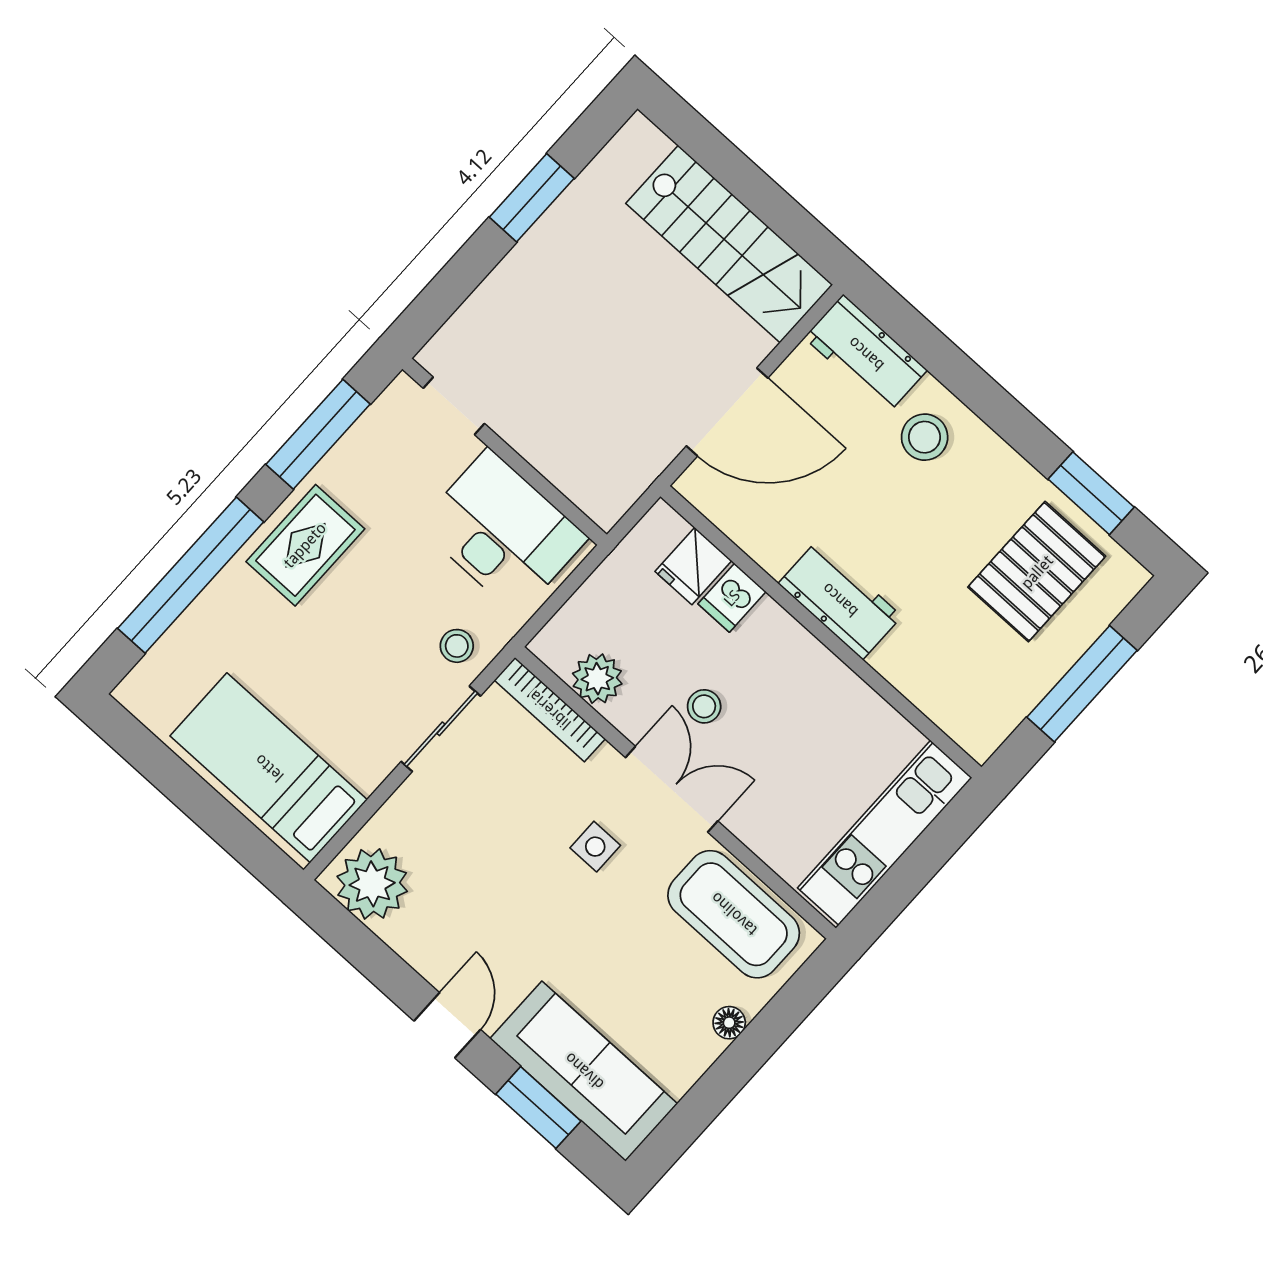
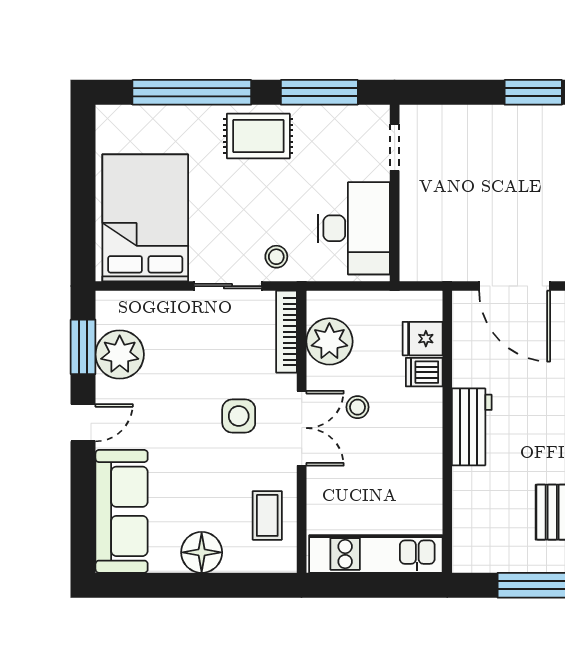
plant: (597, 679) -> (329, 341), width x1.36, depth x1.36
bed: (269, 768) -> (145, 218), width x1.50
side table: (595, 847) -> (239, 416), width x1.37, depth x1.37
plant: (372, 884) -> (120, 354), moved
coffee table: (734, 914) -> (267, 515), width x0.54, depth x0.58
floor lamp: (729, 1023) -> (202, 552), width x1.89, depth x1.89
window: (538, 1108) -> (83, 347), moved

